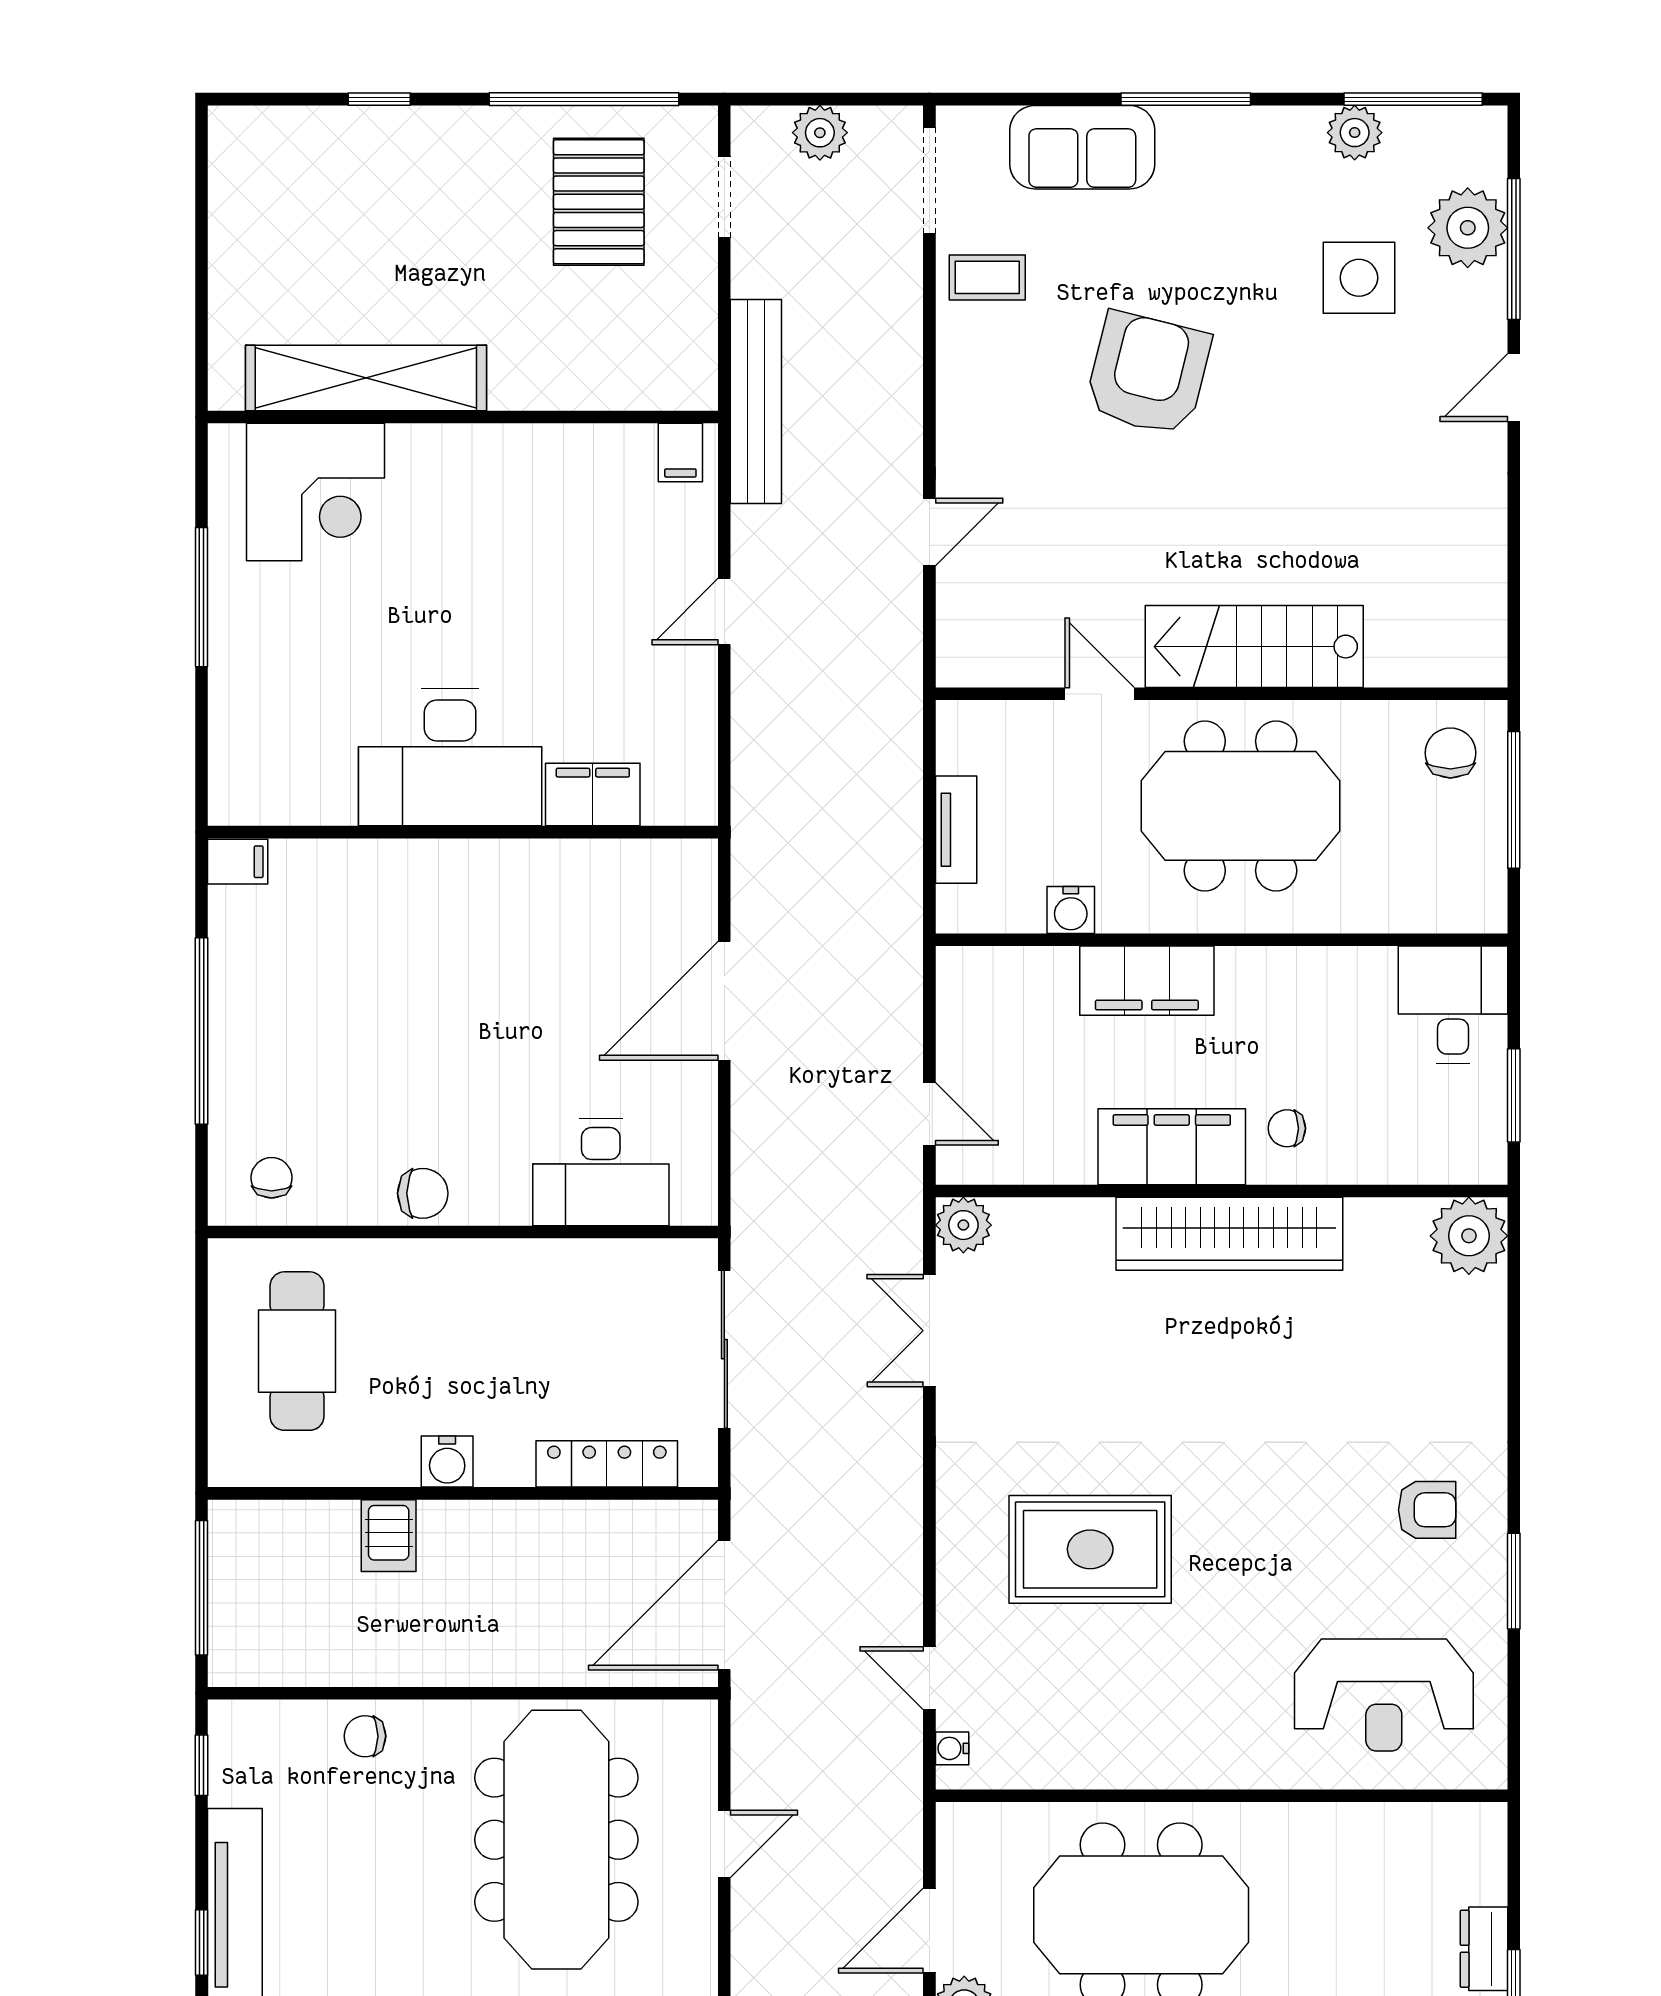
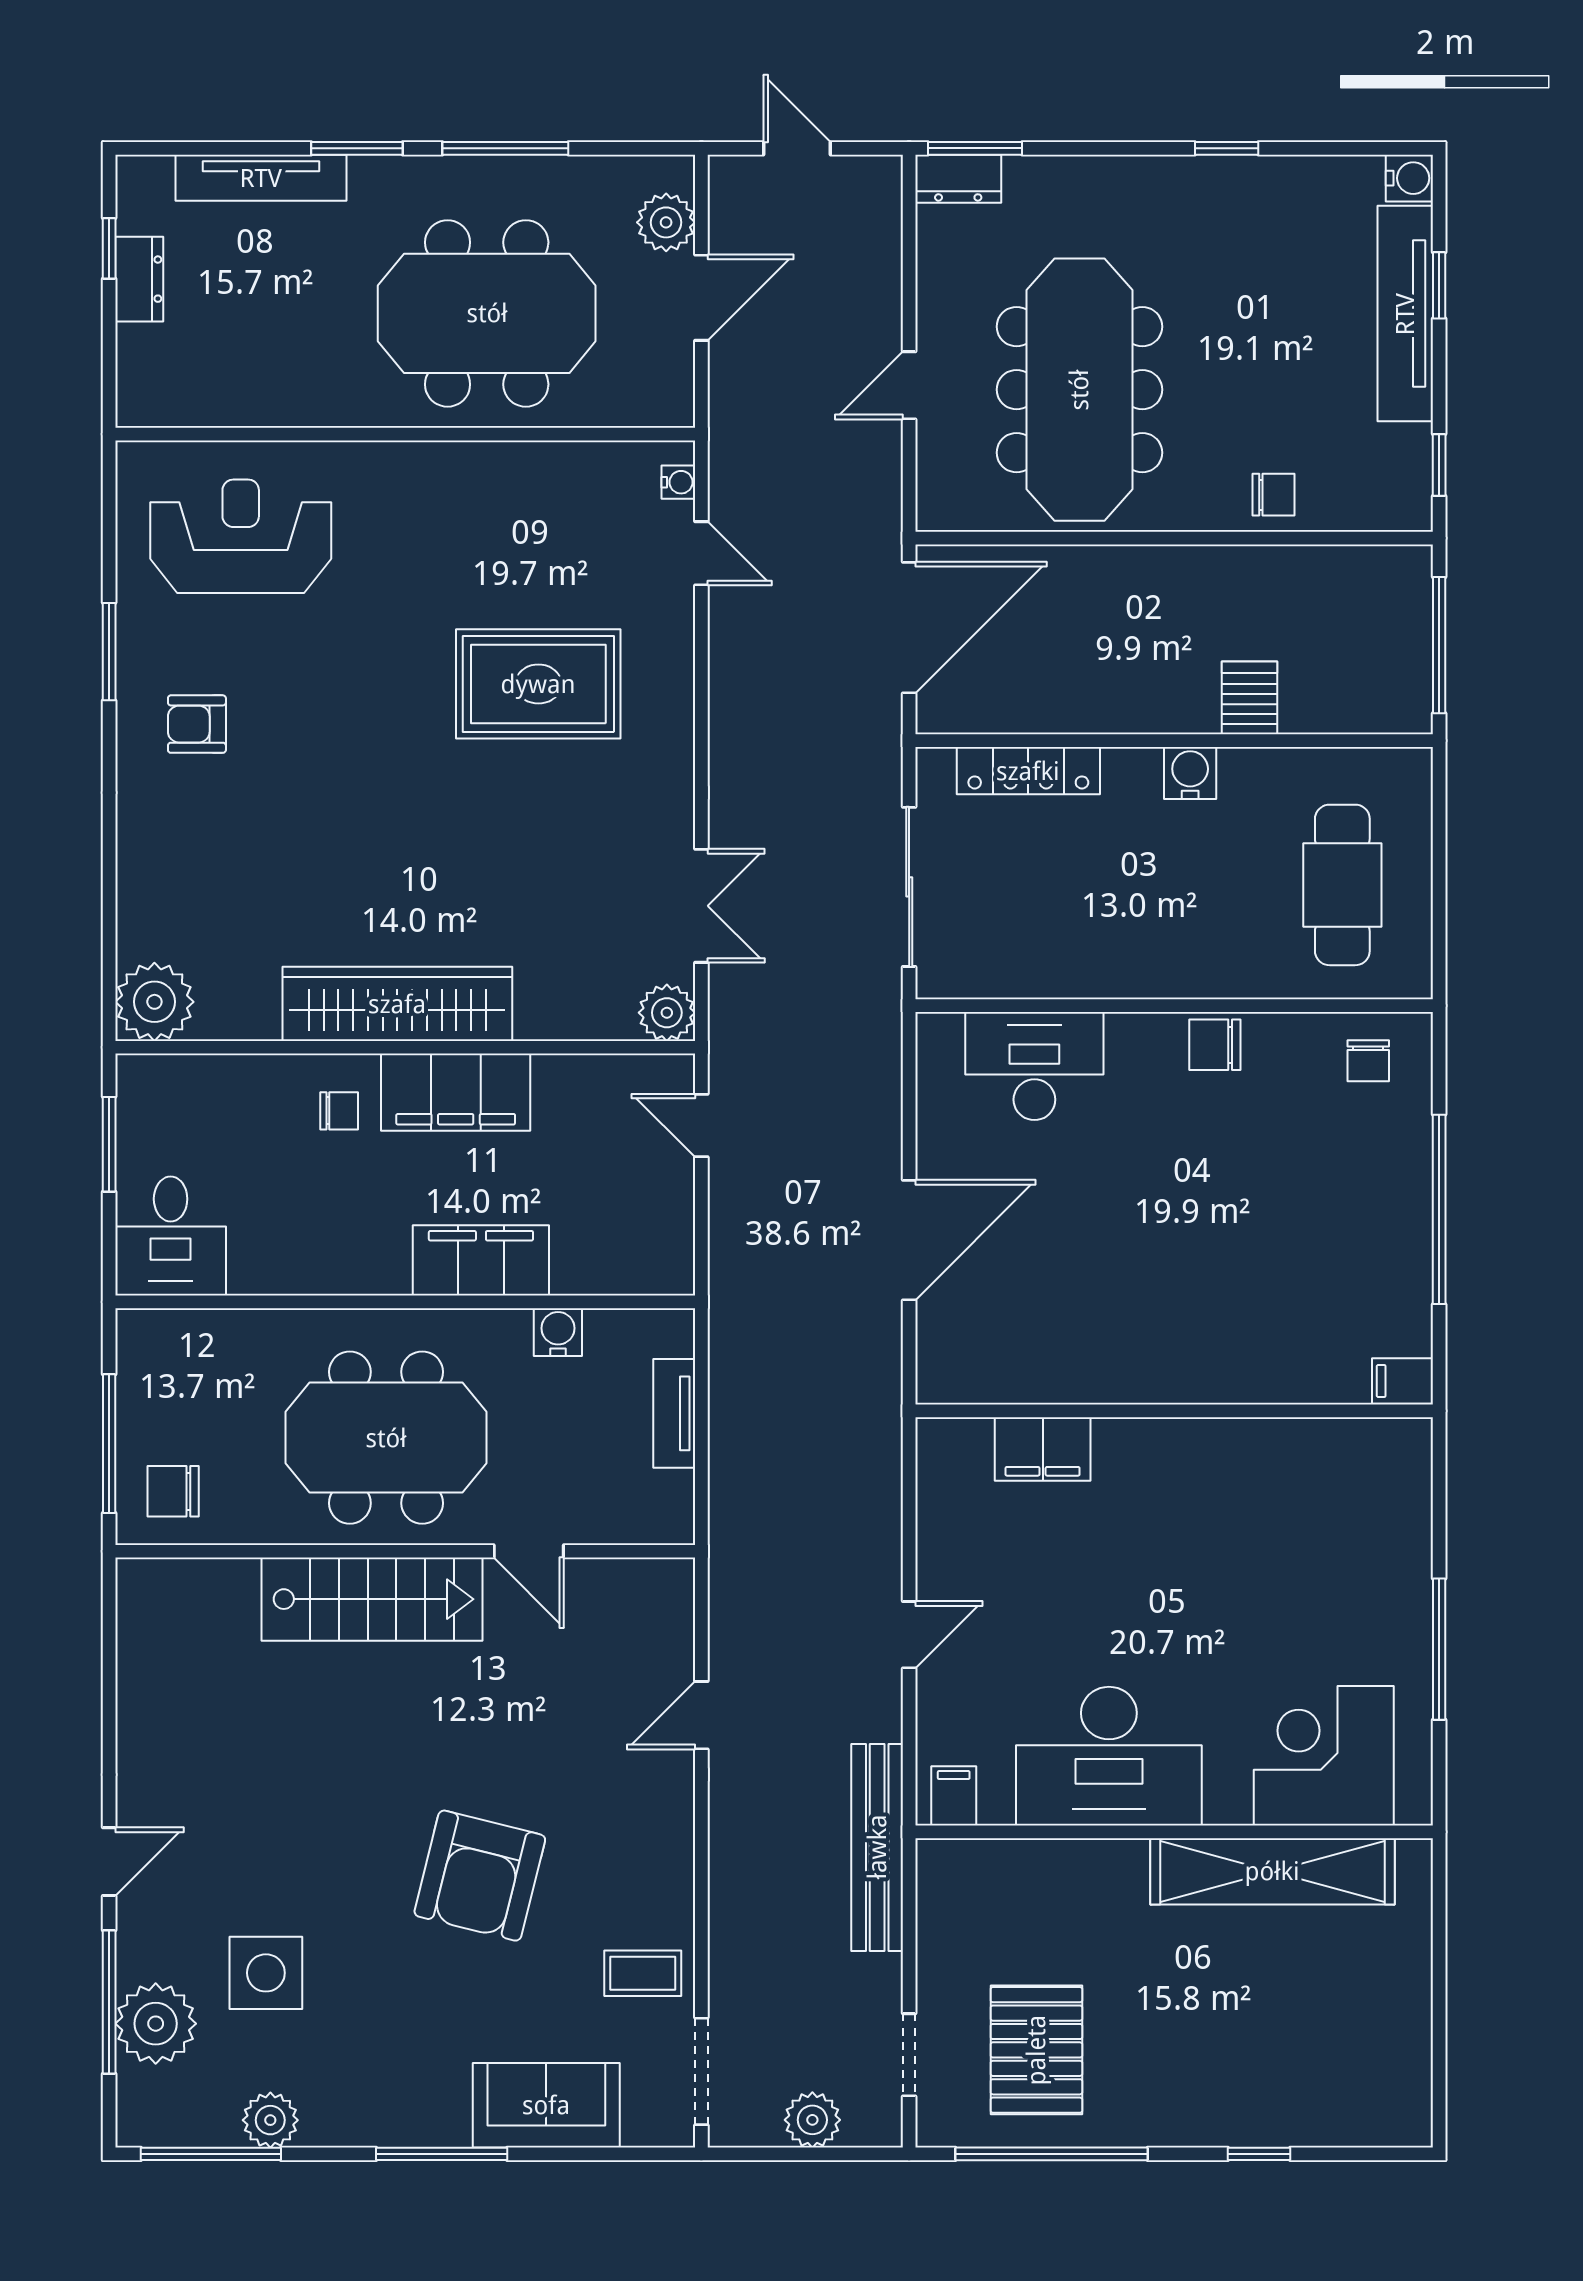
chair: (1450, 753) -> (173, 1491), turned 90
desk: (450, 757) -> (1109, 1756), moved, turned 180

